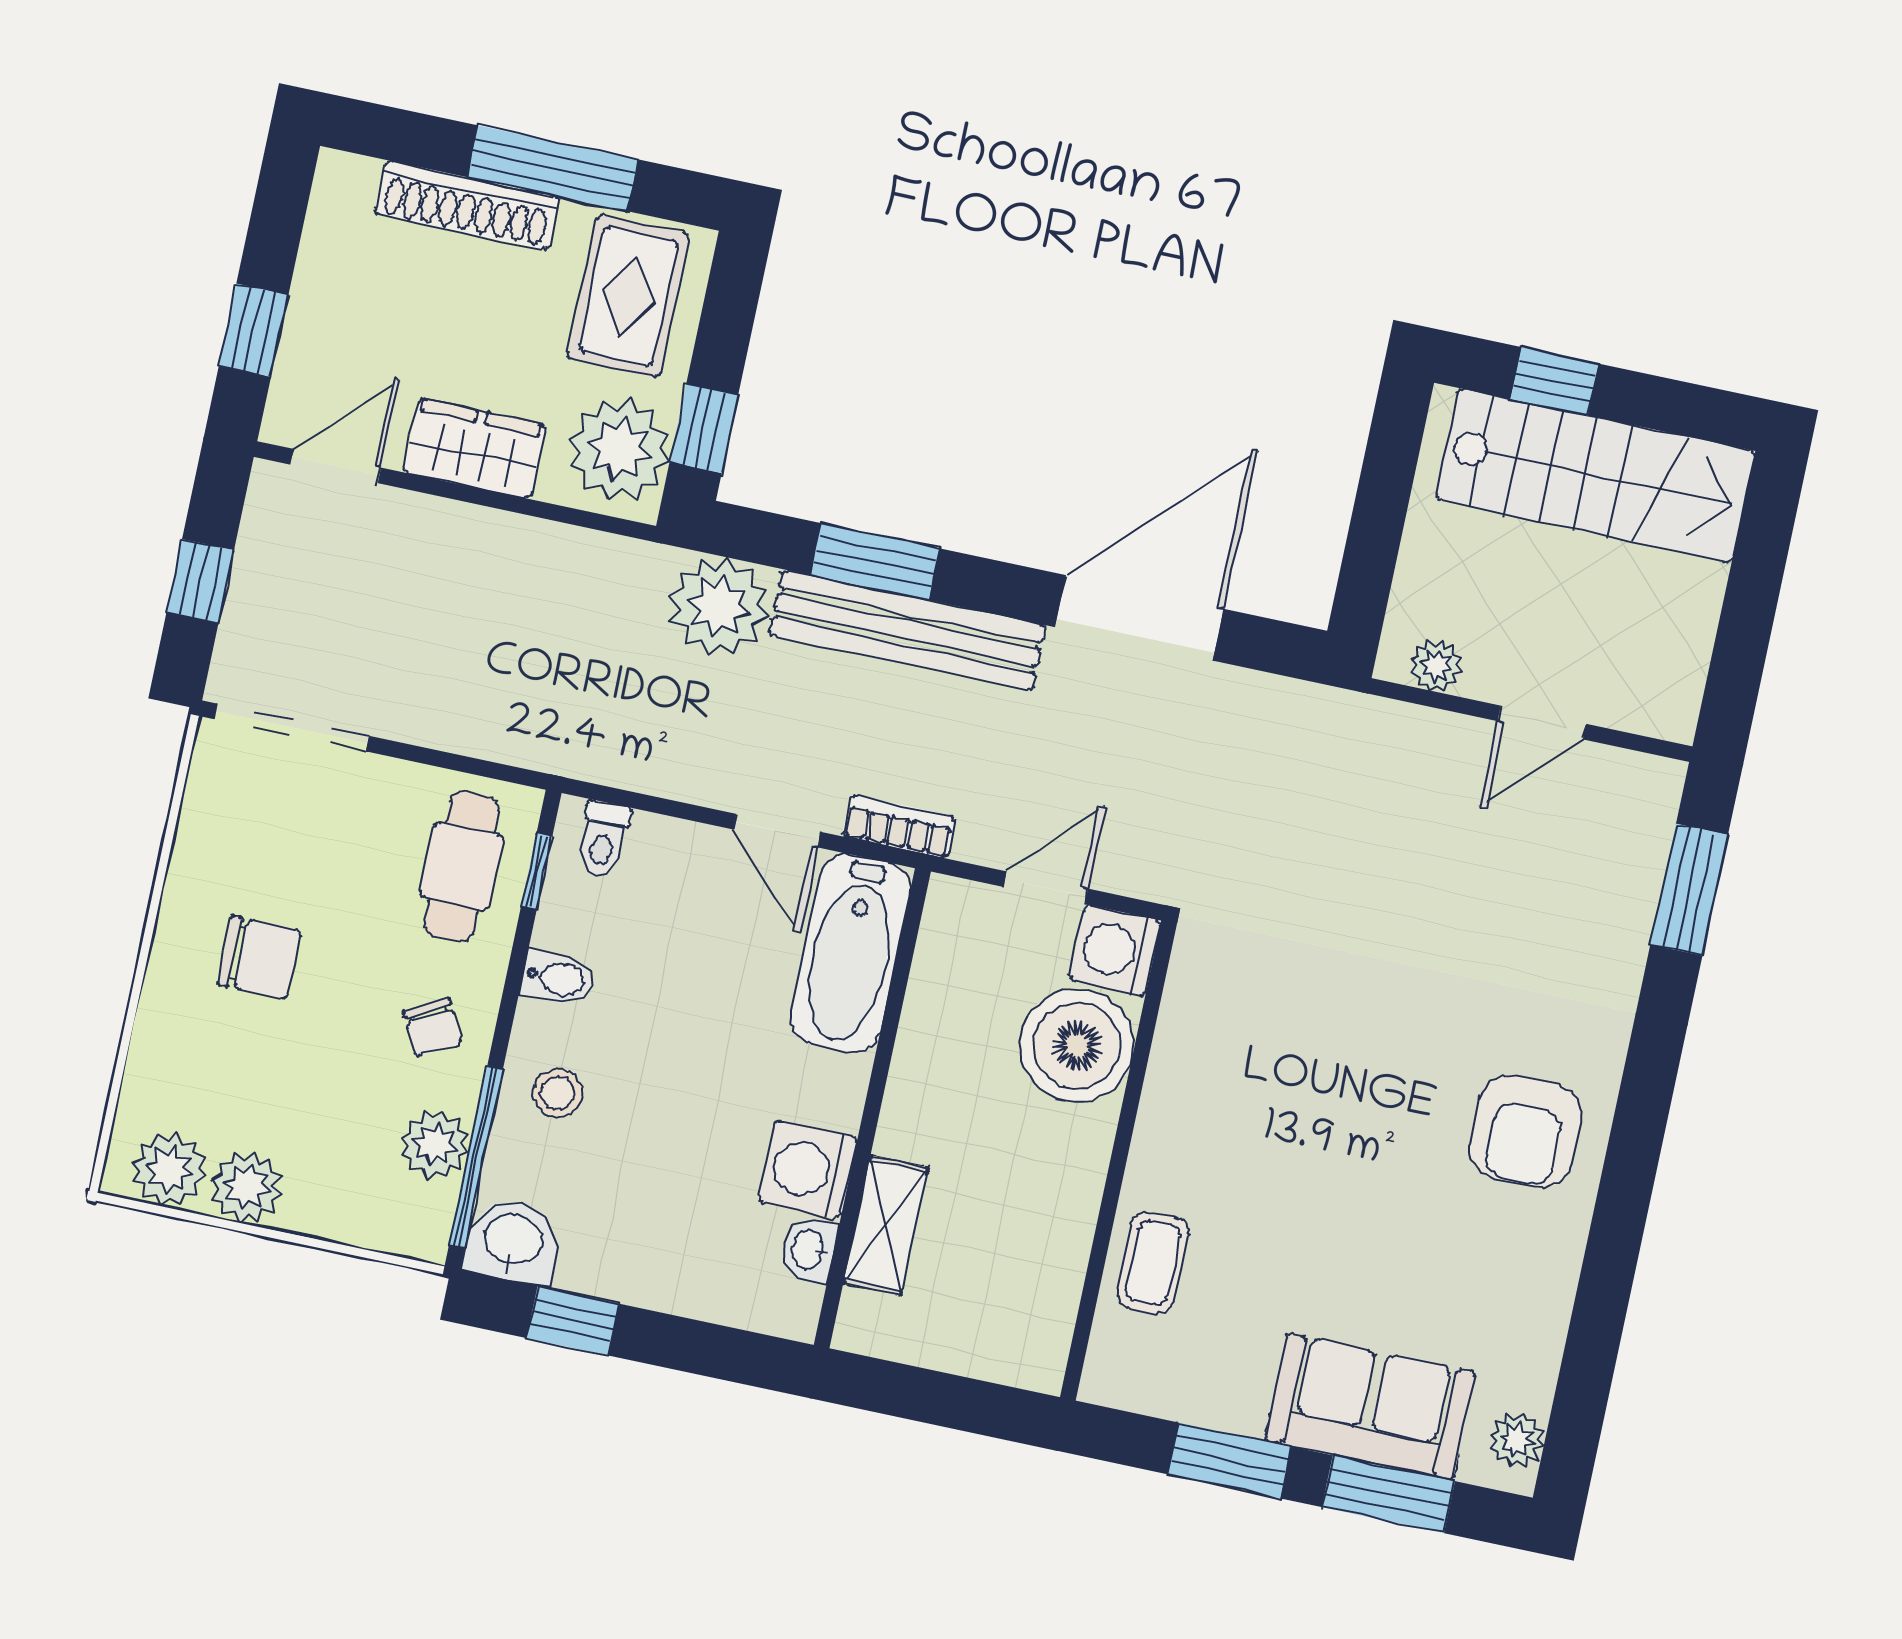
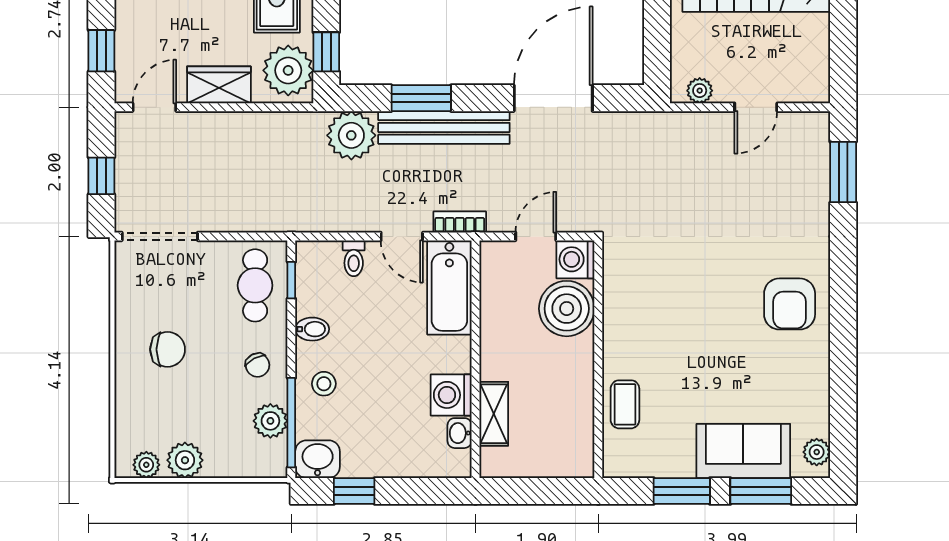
toilet: (604, 840) -> (354, 258), moved
plant: (169, 1170) -> (146, 465), width x0.73, depth x0.73

